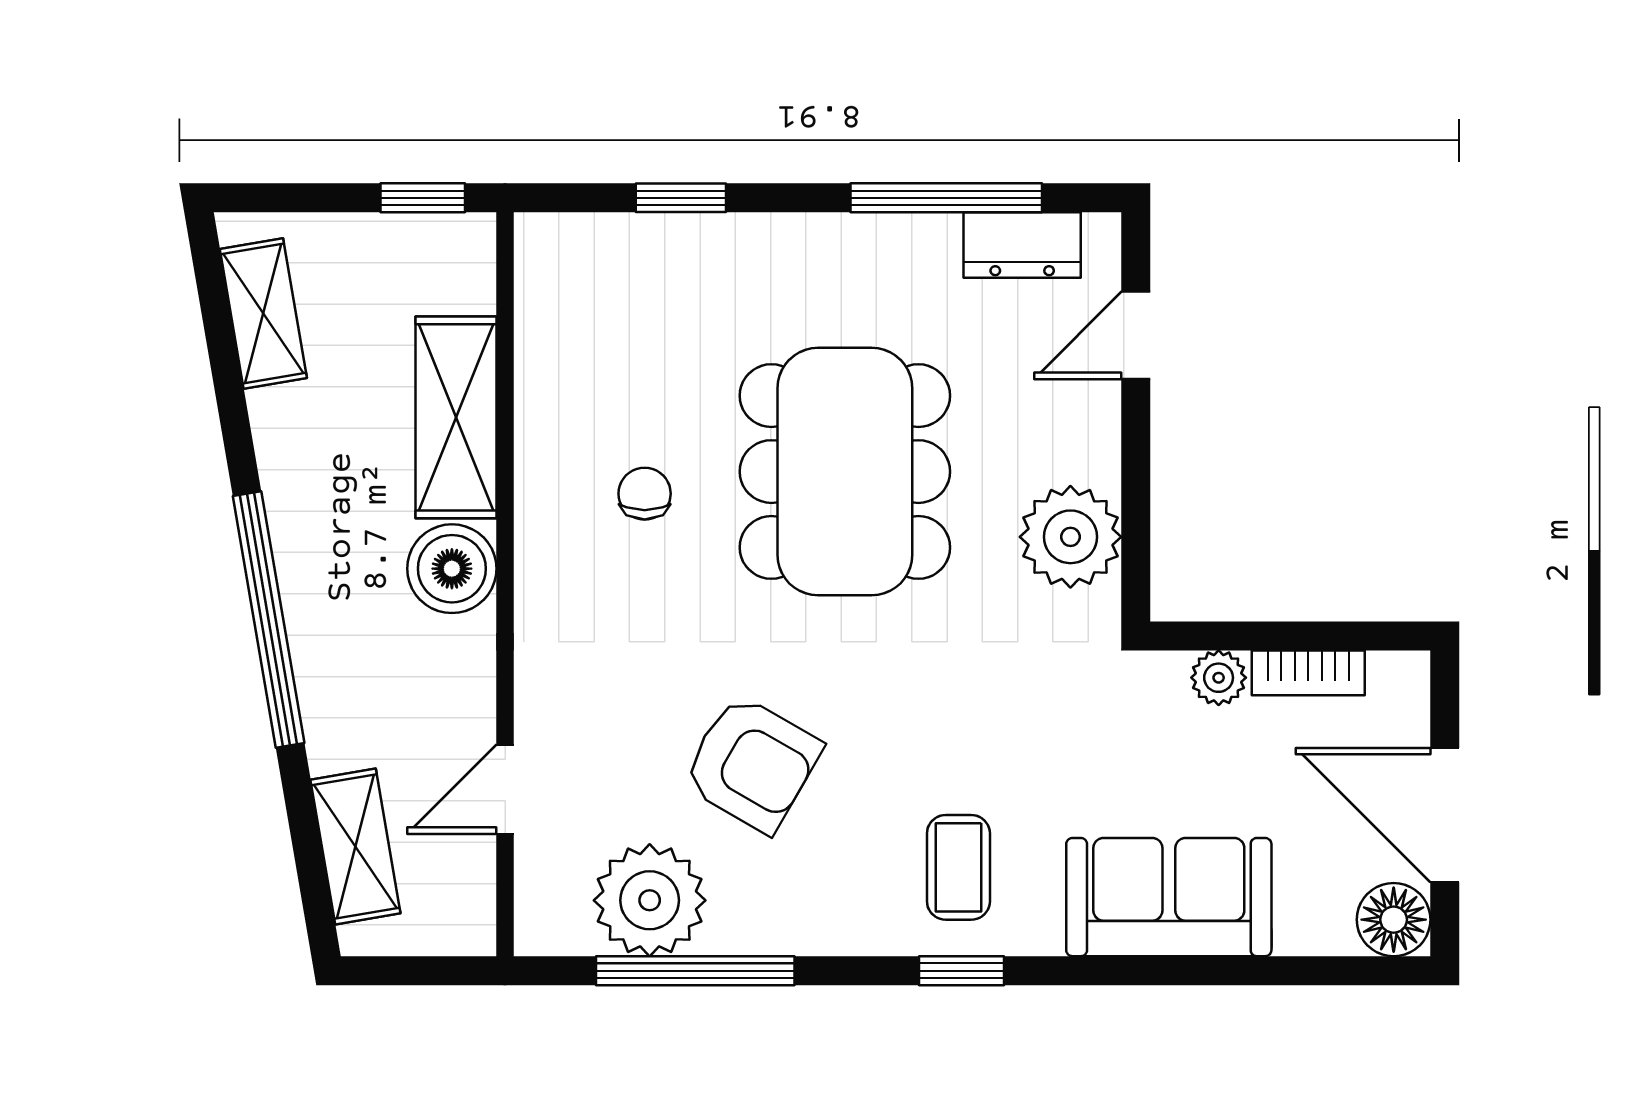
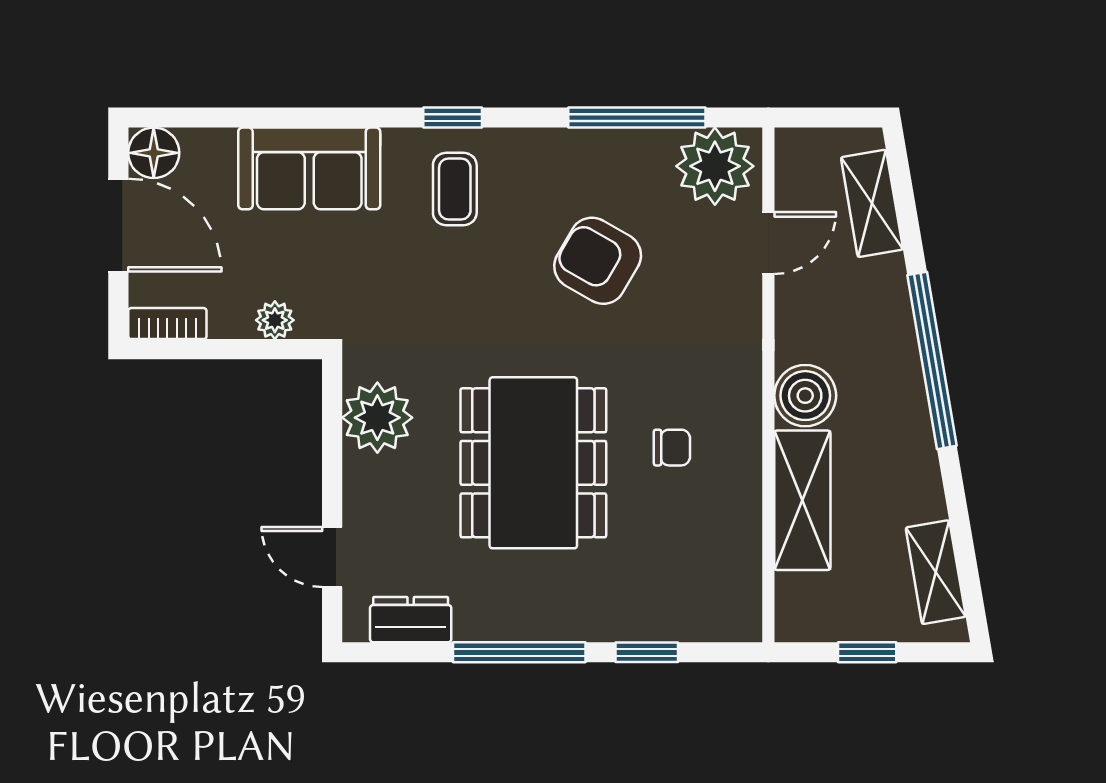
window: (423, 198) -> (867, 652), moved
window: (946, 198) -> (519, 652), moved
door: (1136, 335) -> (332, 557), swing flipped
chair: (645, 494) -> (672, 448), turned -90
bookcase: (1308, 673) -> (167, 324), moved
plant: (650, 900) -> (715, 166), moved

